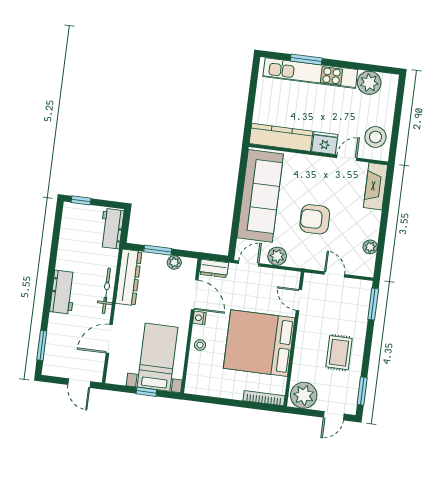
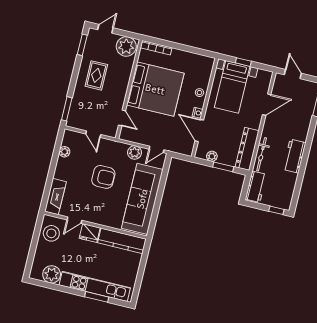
dresser: (214, 268) -> (183, 149), removed
bicycle: (106, 291) -> (262, 154), moved
workbench: (63, 292) -> (294, 156), moved

